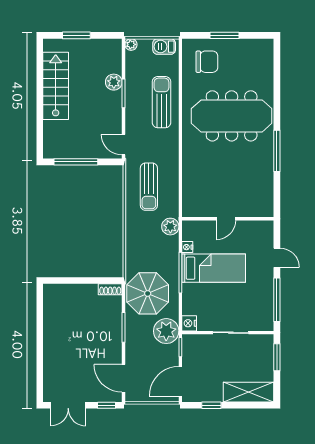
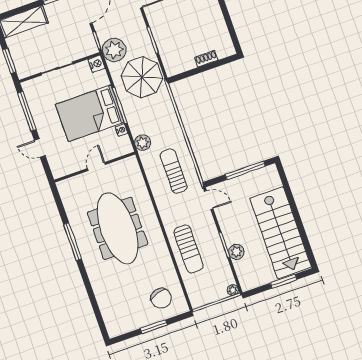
barbecue: (164, 47) -> (203, 298), removed
chair: (207, 62) -> (161, 298), turned -105
stairs: (56, 86) -> (281, 233), width x1.36, depth x1.51
meeting table: (232, 116) -> (118, 228), moved, turned 90
bed: (214, 268) -> (90, 113), width x1.50
shoe rack: (110, 289) -> (206, 59), moved

